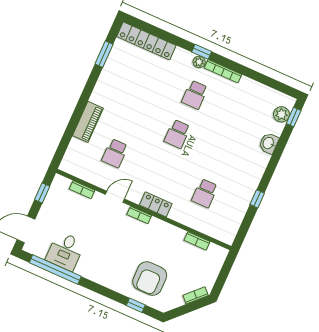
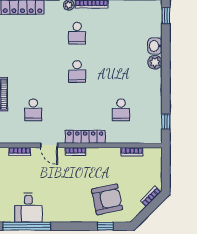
plant: (281, 114) -> (155, 62), moved
door: (115, 197) -> (49, 145), swing flipped
window: (257, 199) -> (166, 122), moved
locker: (156, 204) -> (85, 137), width x1.53
armchair: (150, 278) -> (107, 199), turned -102

